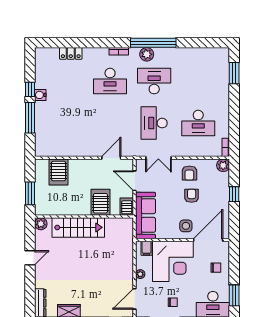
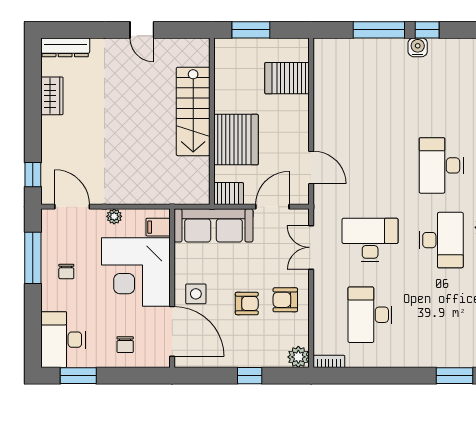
server rack: (100, 202) -> (236, 140), width x1.60
plant: (41, 224) -> (199, 48), removed

